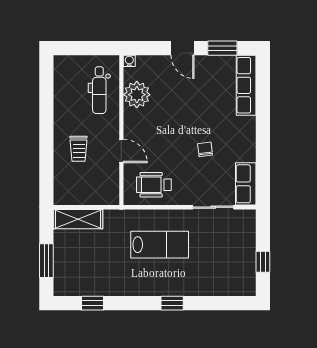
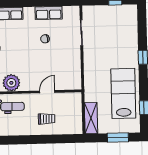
row of seats: (246, 184) -> (49, 13), moved
wheelchair: (154, 185) -> (68, 71), removed
lab bench: (160, 245) -> (123, 93), moved, width x1.36, depth x1.39

